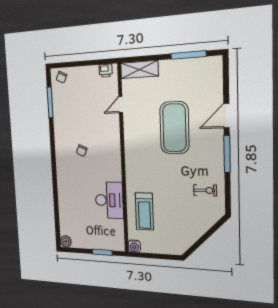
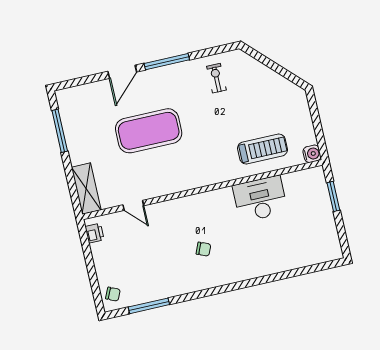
door: (226, 116) -> (122, 72), hinge flipped
plant: (66, 241) -> (334, 252), removed

